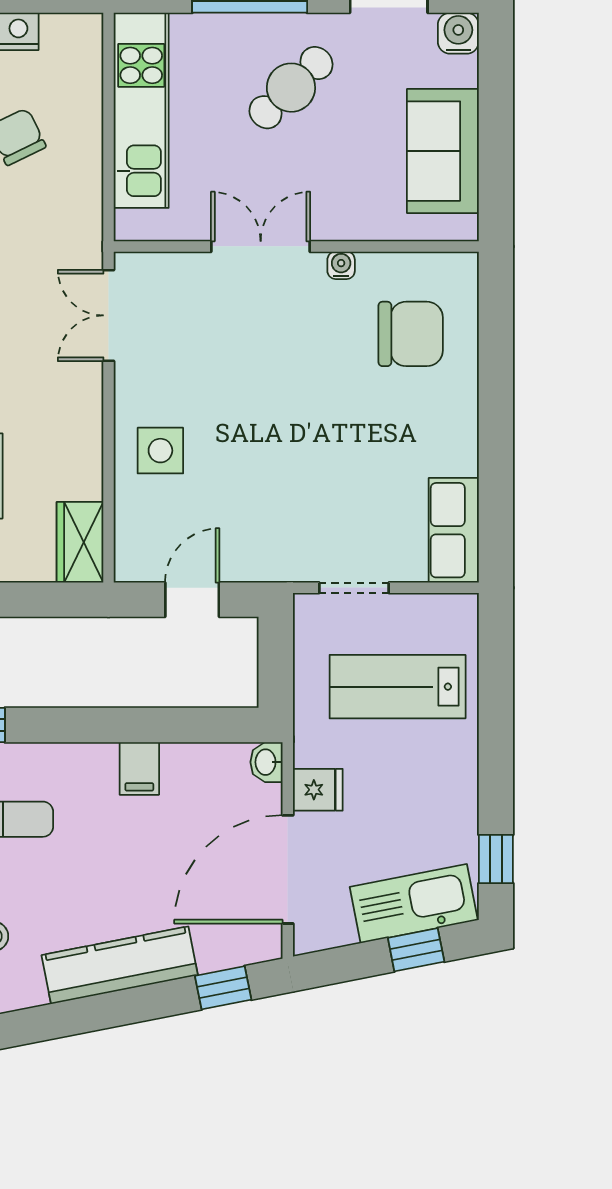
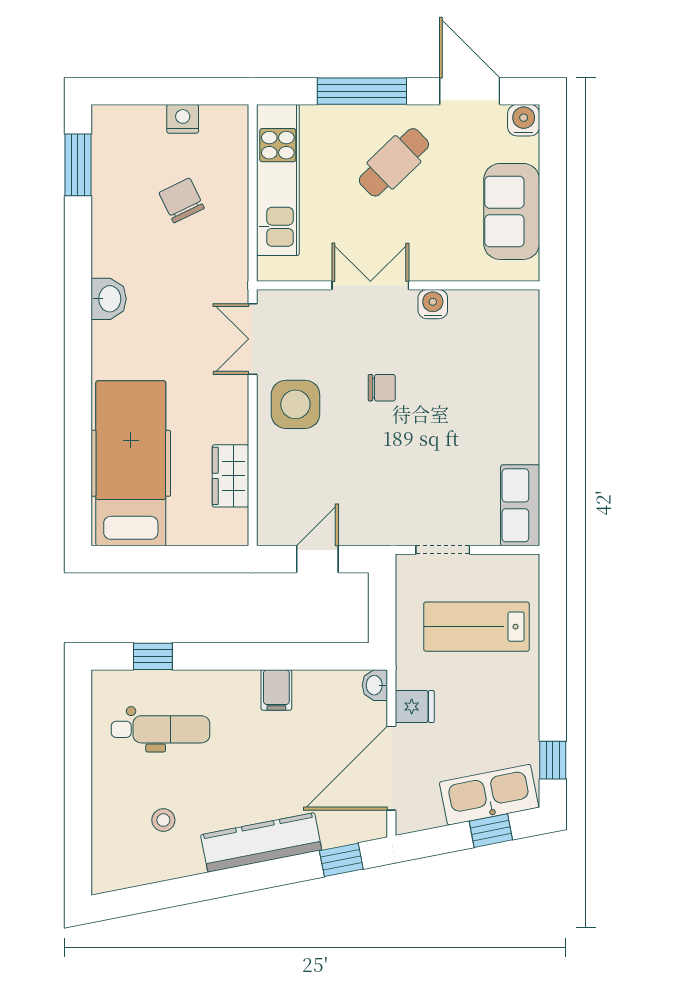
water cooler: (341, 265) -> (433, 304), width x1.38, depth x1.38
chair: (411, 334) -> (382, 388), moved, width x0.54, depth x0.54
side table: (160, 451) -> (295, 404), moved, width x1.37, depth x1.37
wardrobe: (80, 542) -> (230, 476), moved

